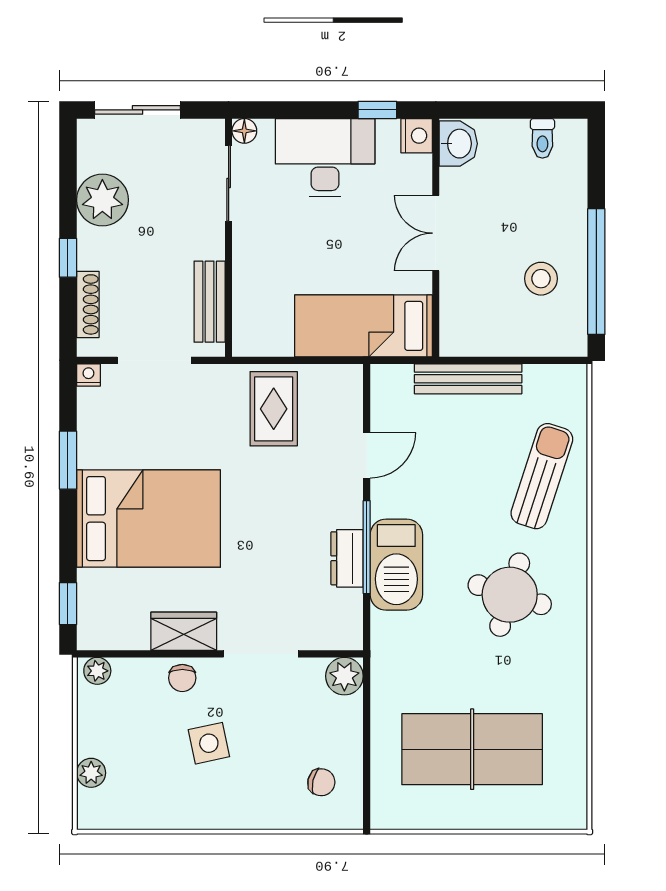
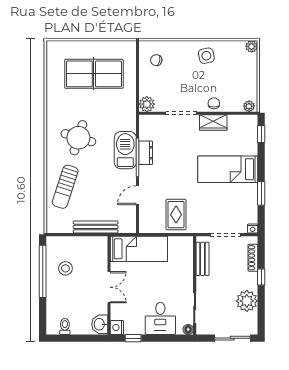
desk: (325, 158) -> (160, 318), width x0.73
bed: (149, 519) -> (228, 169), width x0.67
side table: (209, 743) -> (206, 56), moved
plant: (91, 773) -> (252, 46), moved

